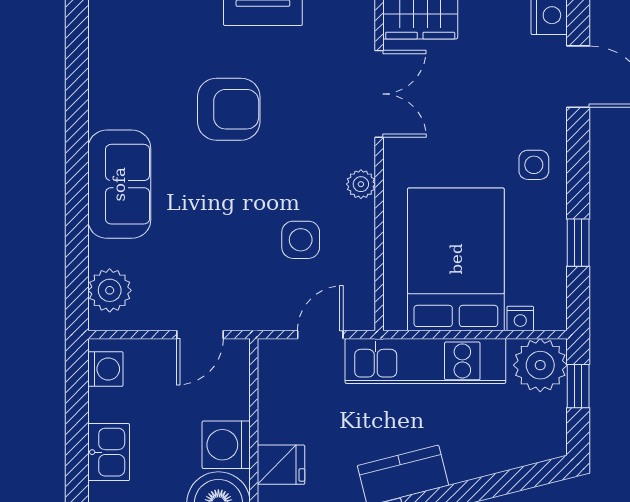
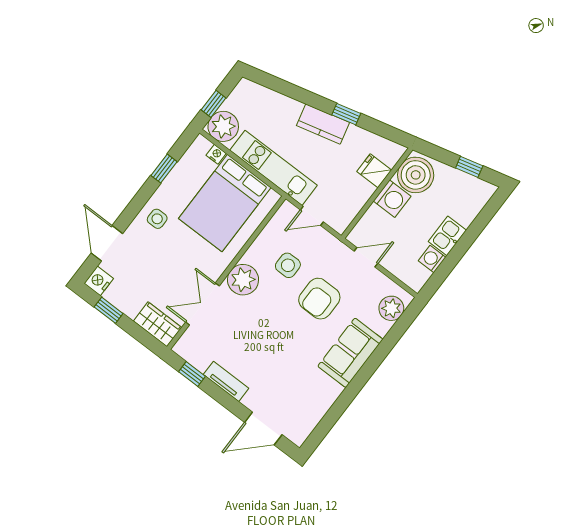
armchair: (229, 109) -> (319, 299), moved, turned -90
plant: (361, 184) -> (243, 280), width x1.88, depth x1.88
washing machine: (105, 369) -> (432, 259), moved

